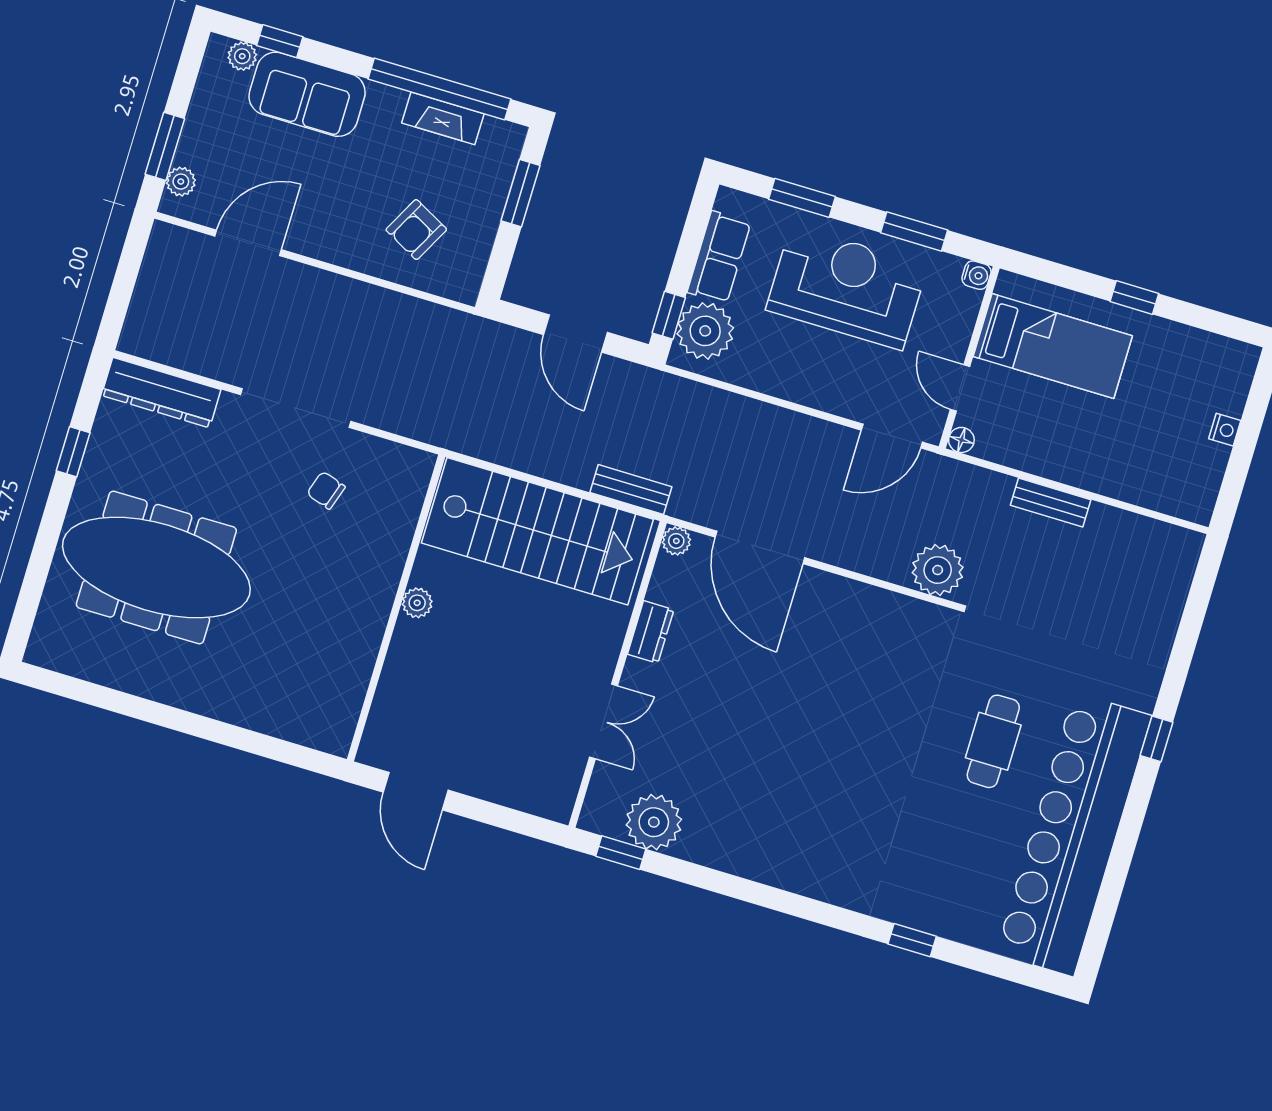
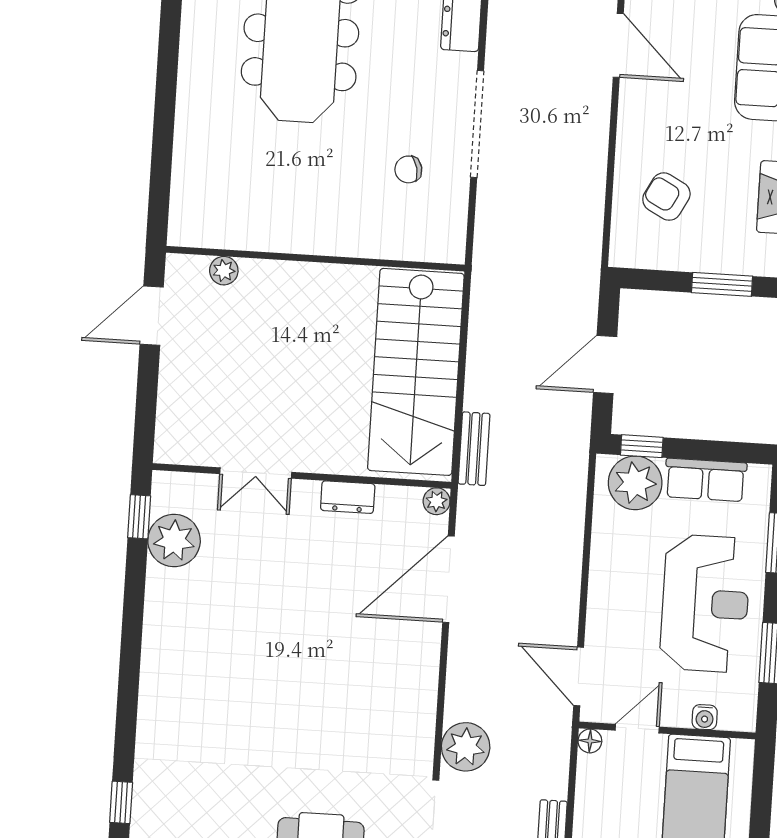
water cooler: (976, 275) -> (705, 717), moved
chair: (326, 490) -> (408, 169), turned -121
plant: (417, 603) -> (224, 271), moved

